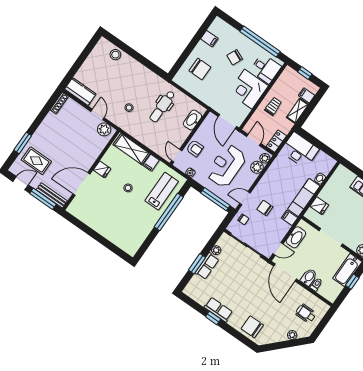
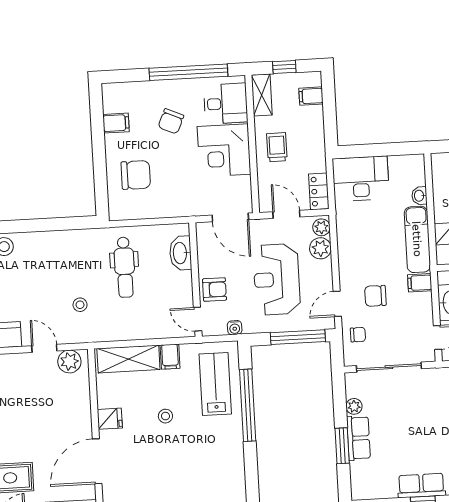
shelving: (297, 111) -> (262, 95), moved

